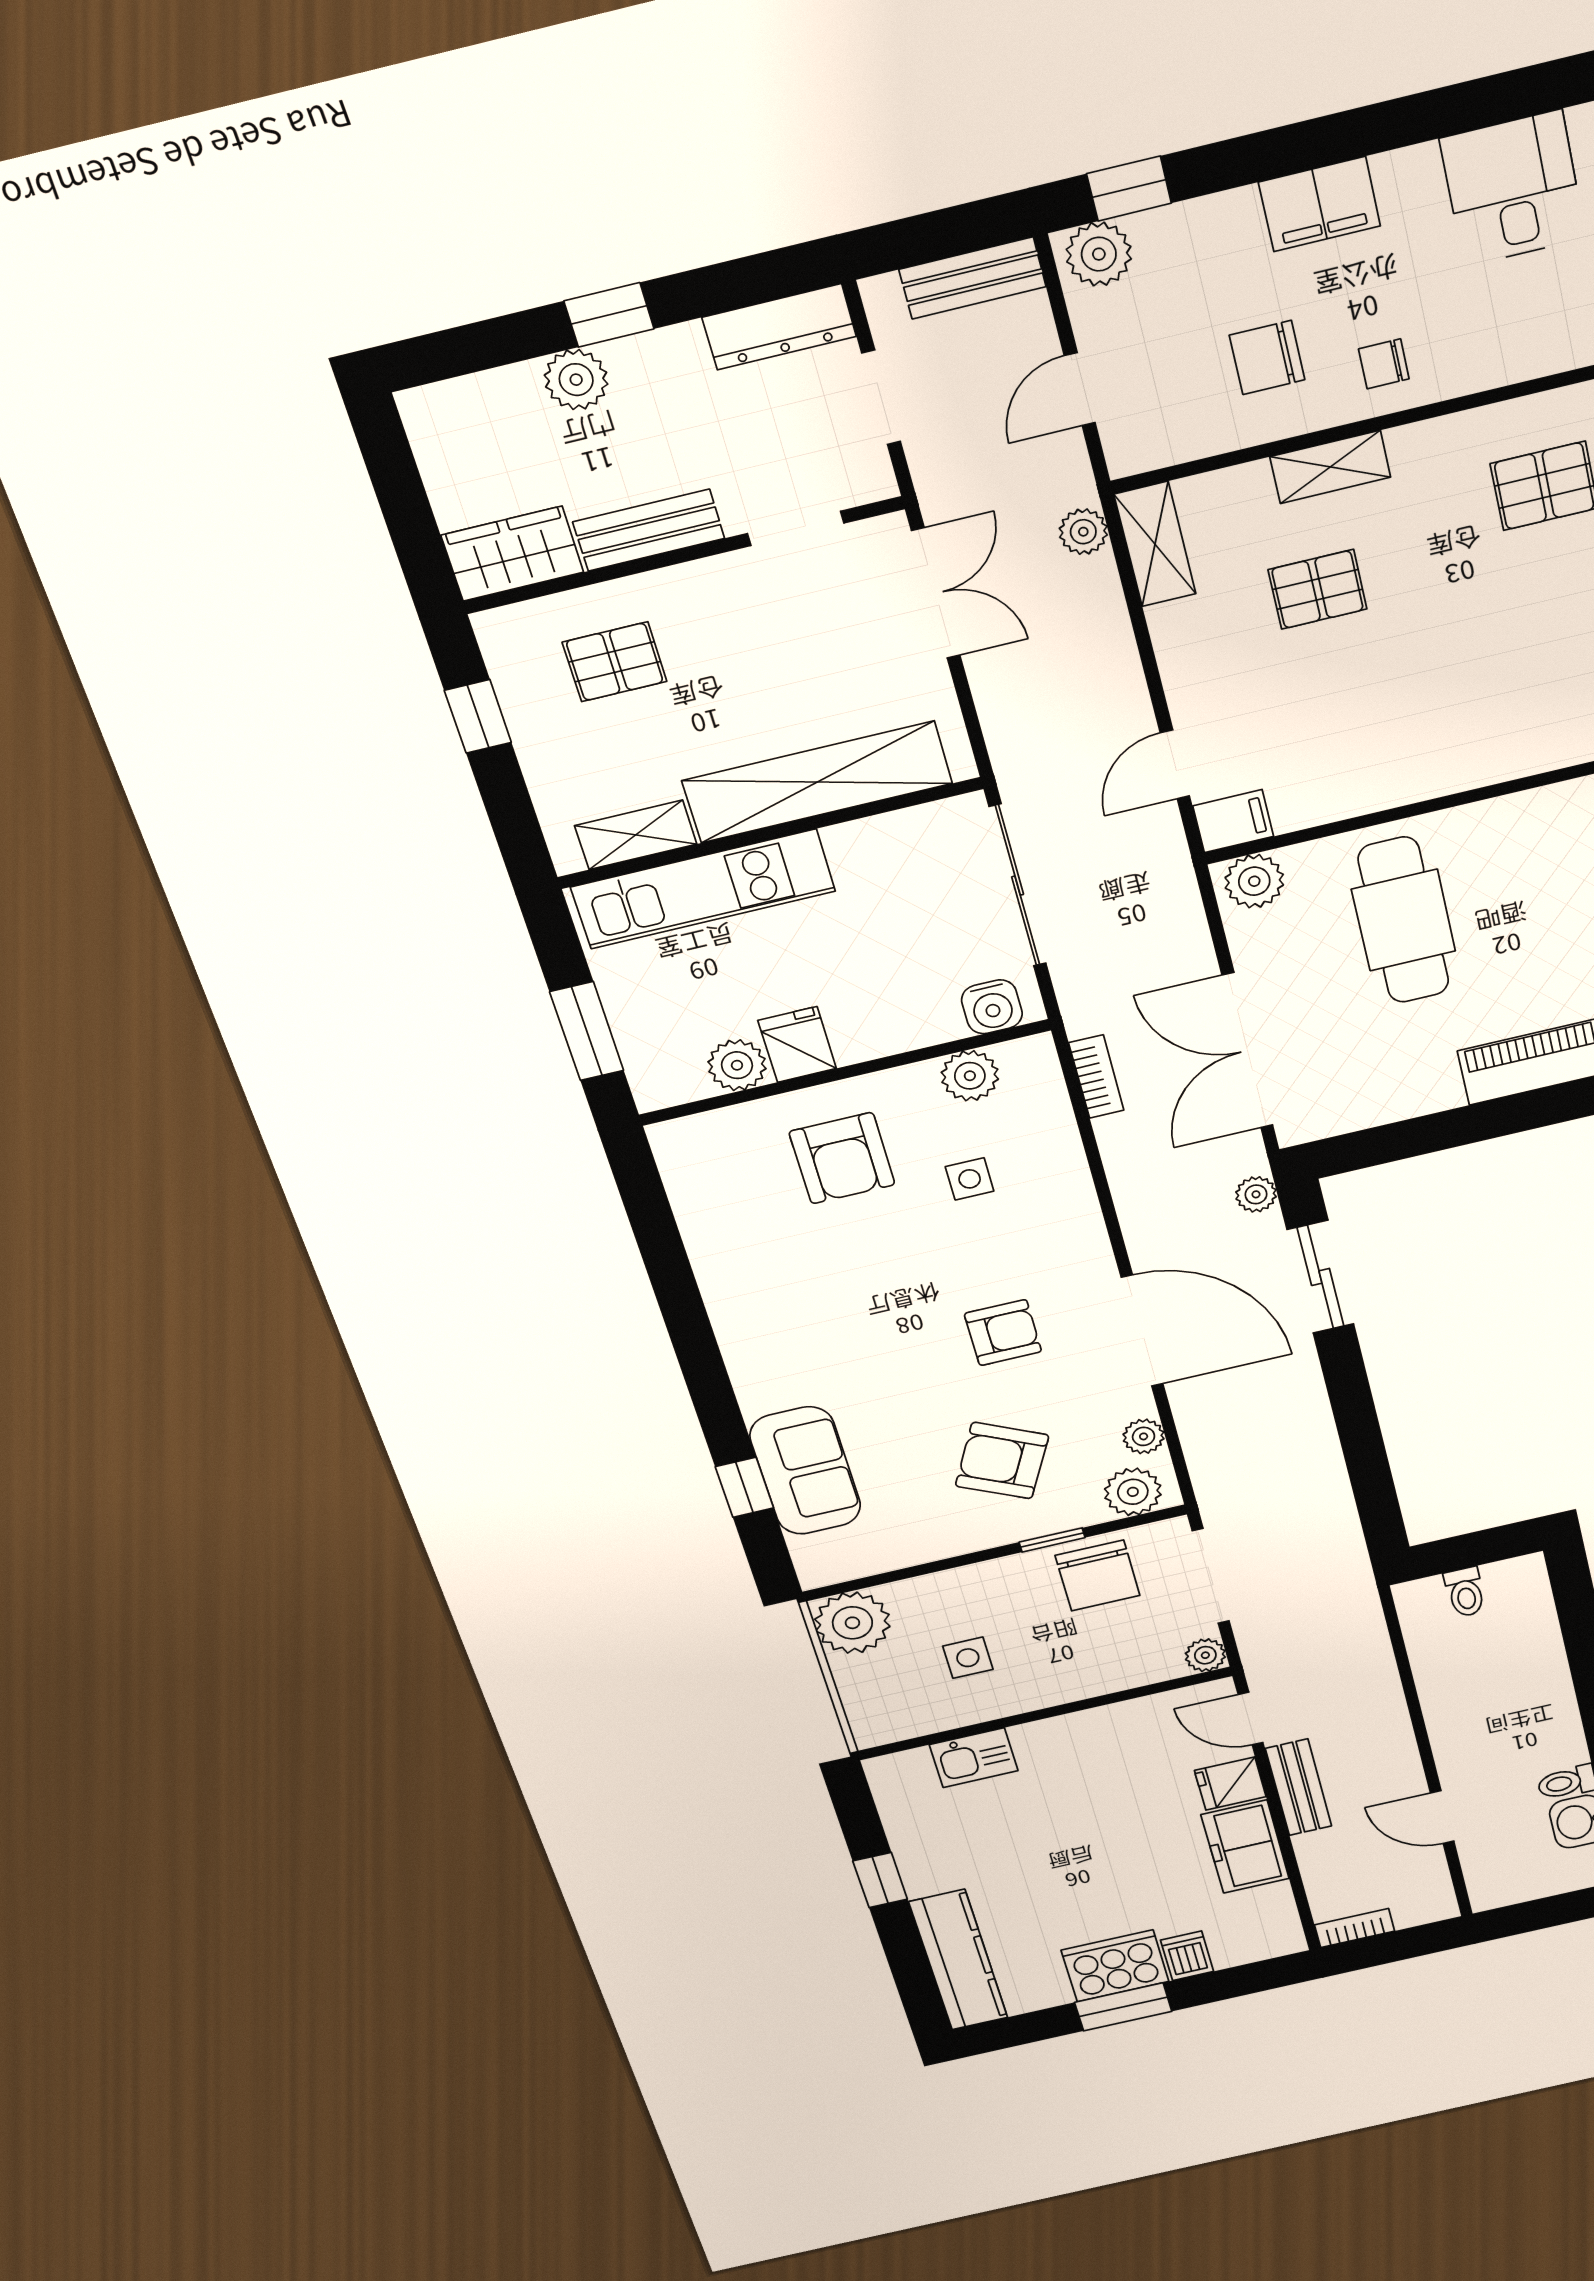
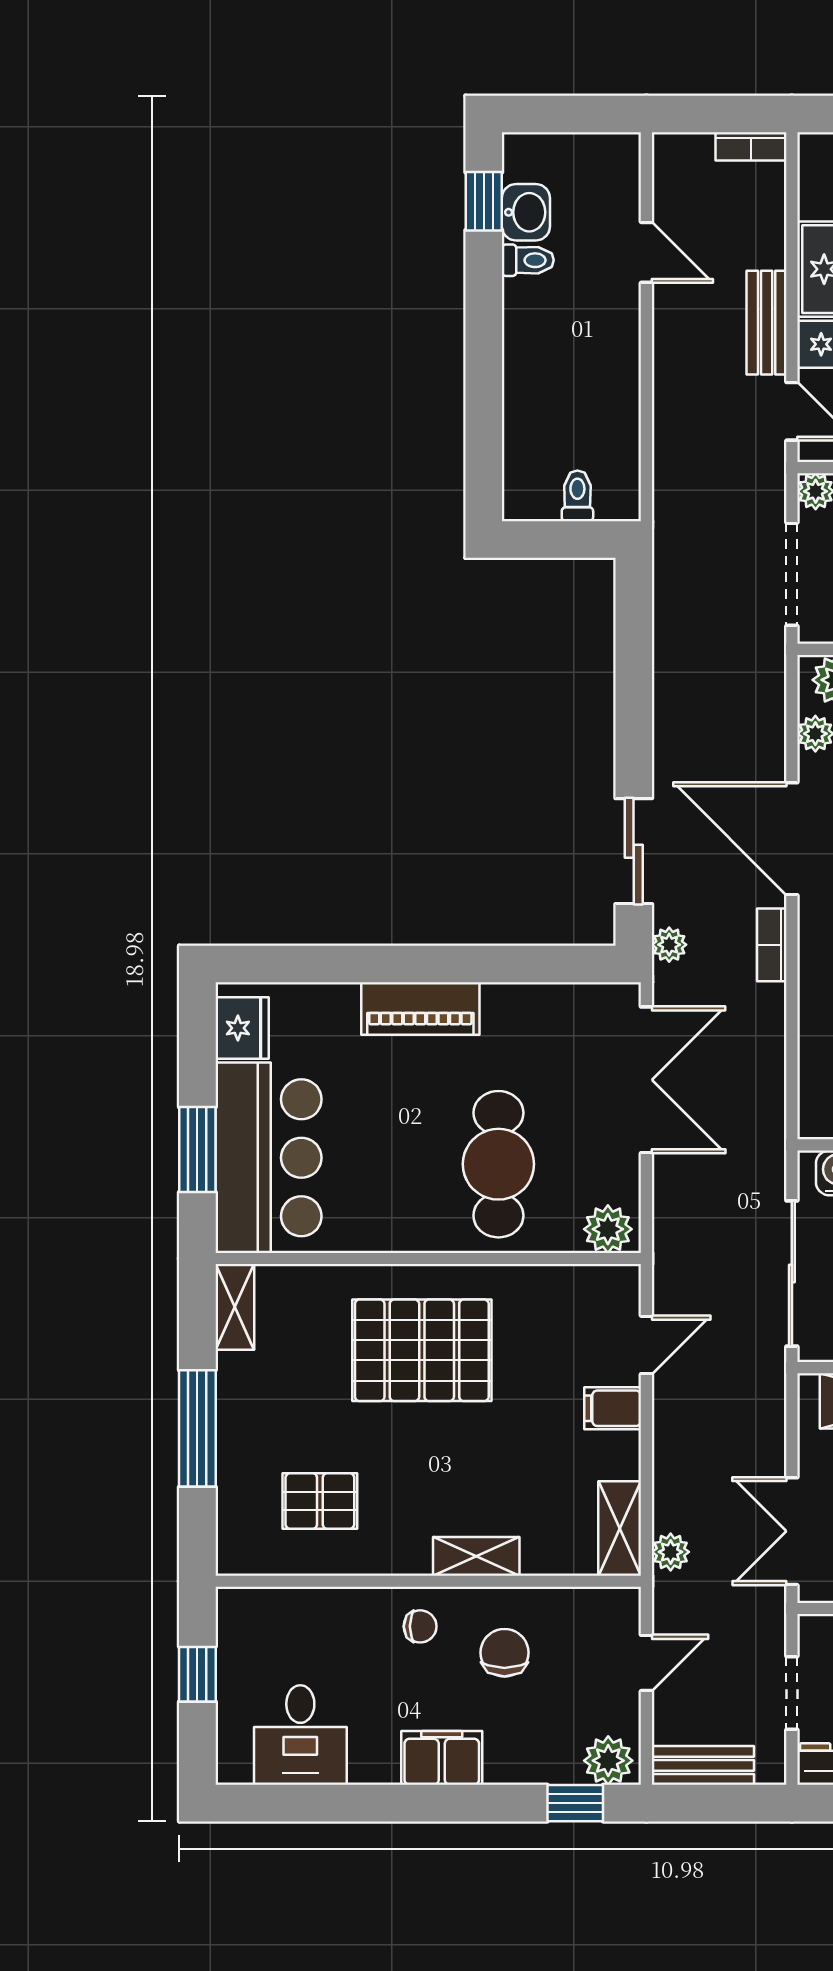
chair: (1267, 358) -> (504, 1653), turned -90
pallet: (1318, 589) -> (422, 1350), moved, width x2.05, depth x2.00
filing cabinet: (1233, 821) -> (613, 1408), moved
bookcase: (1096, 1077) -> (772, 945), moved

